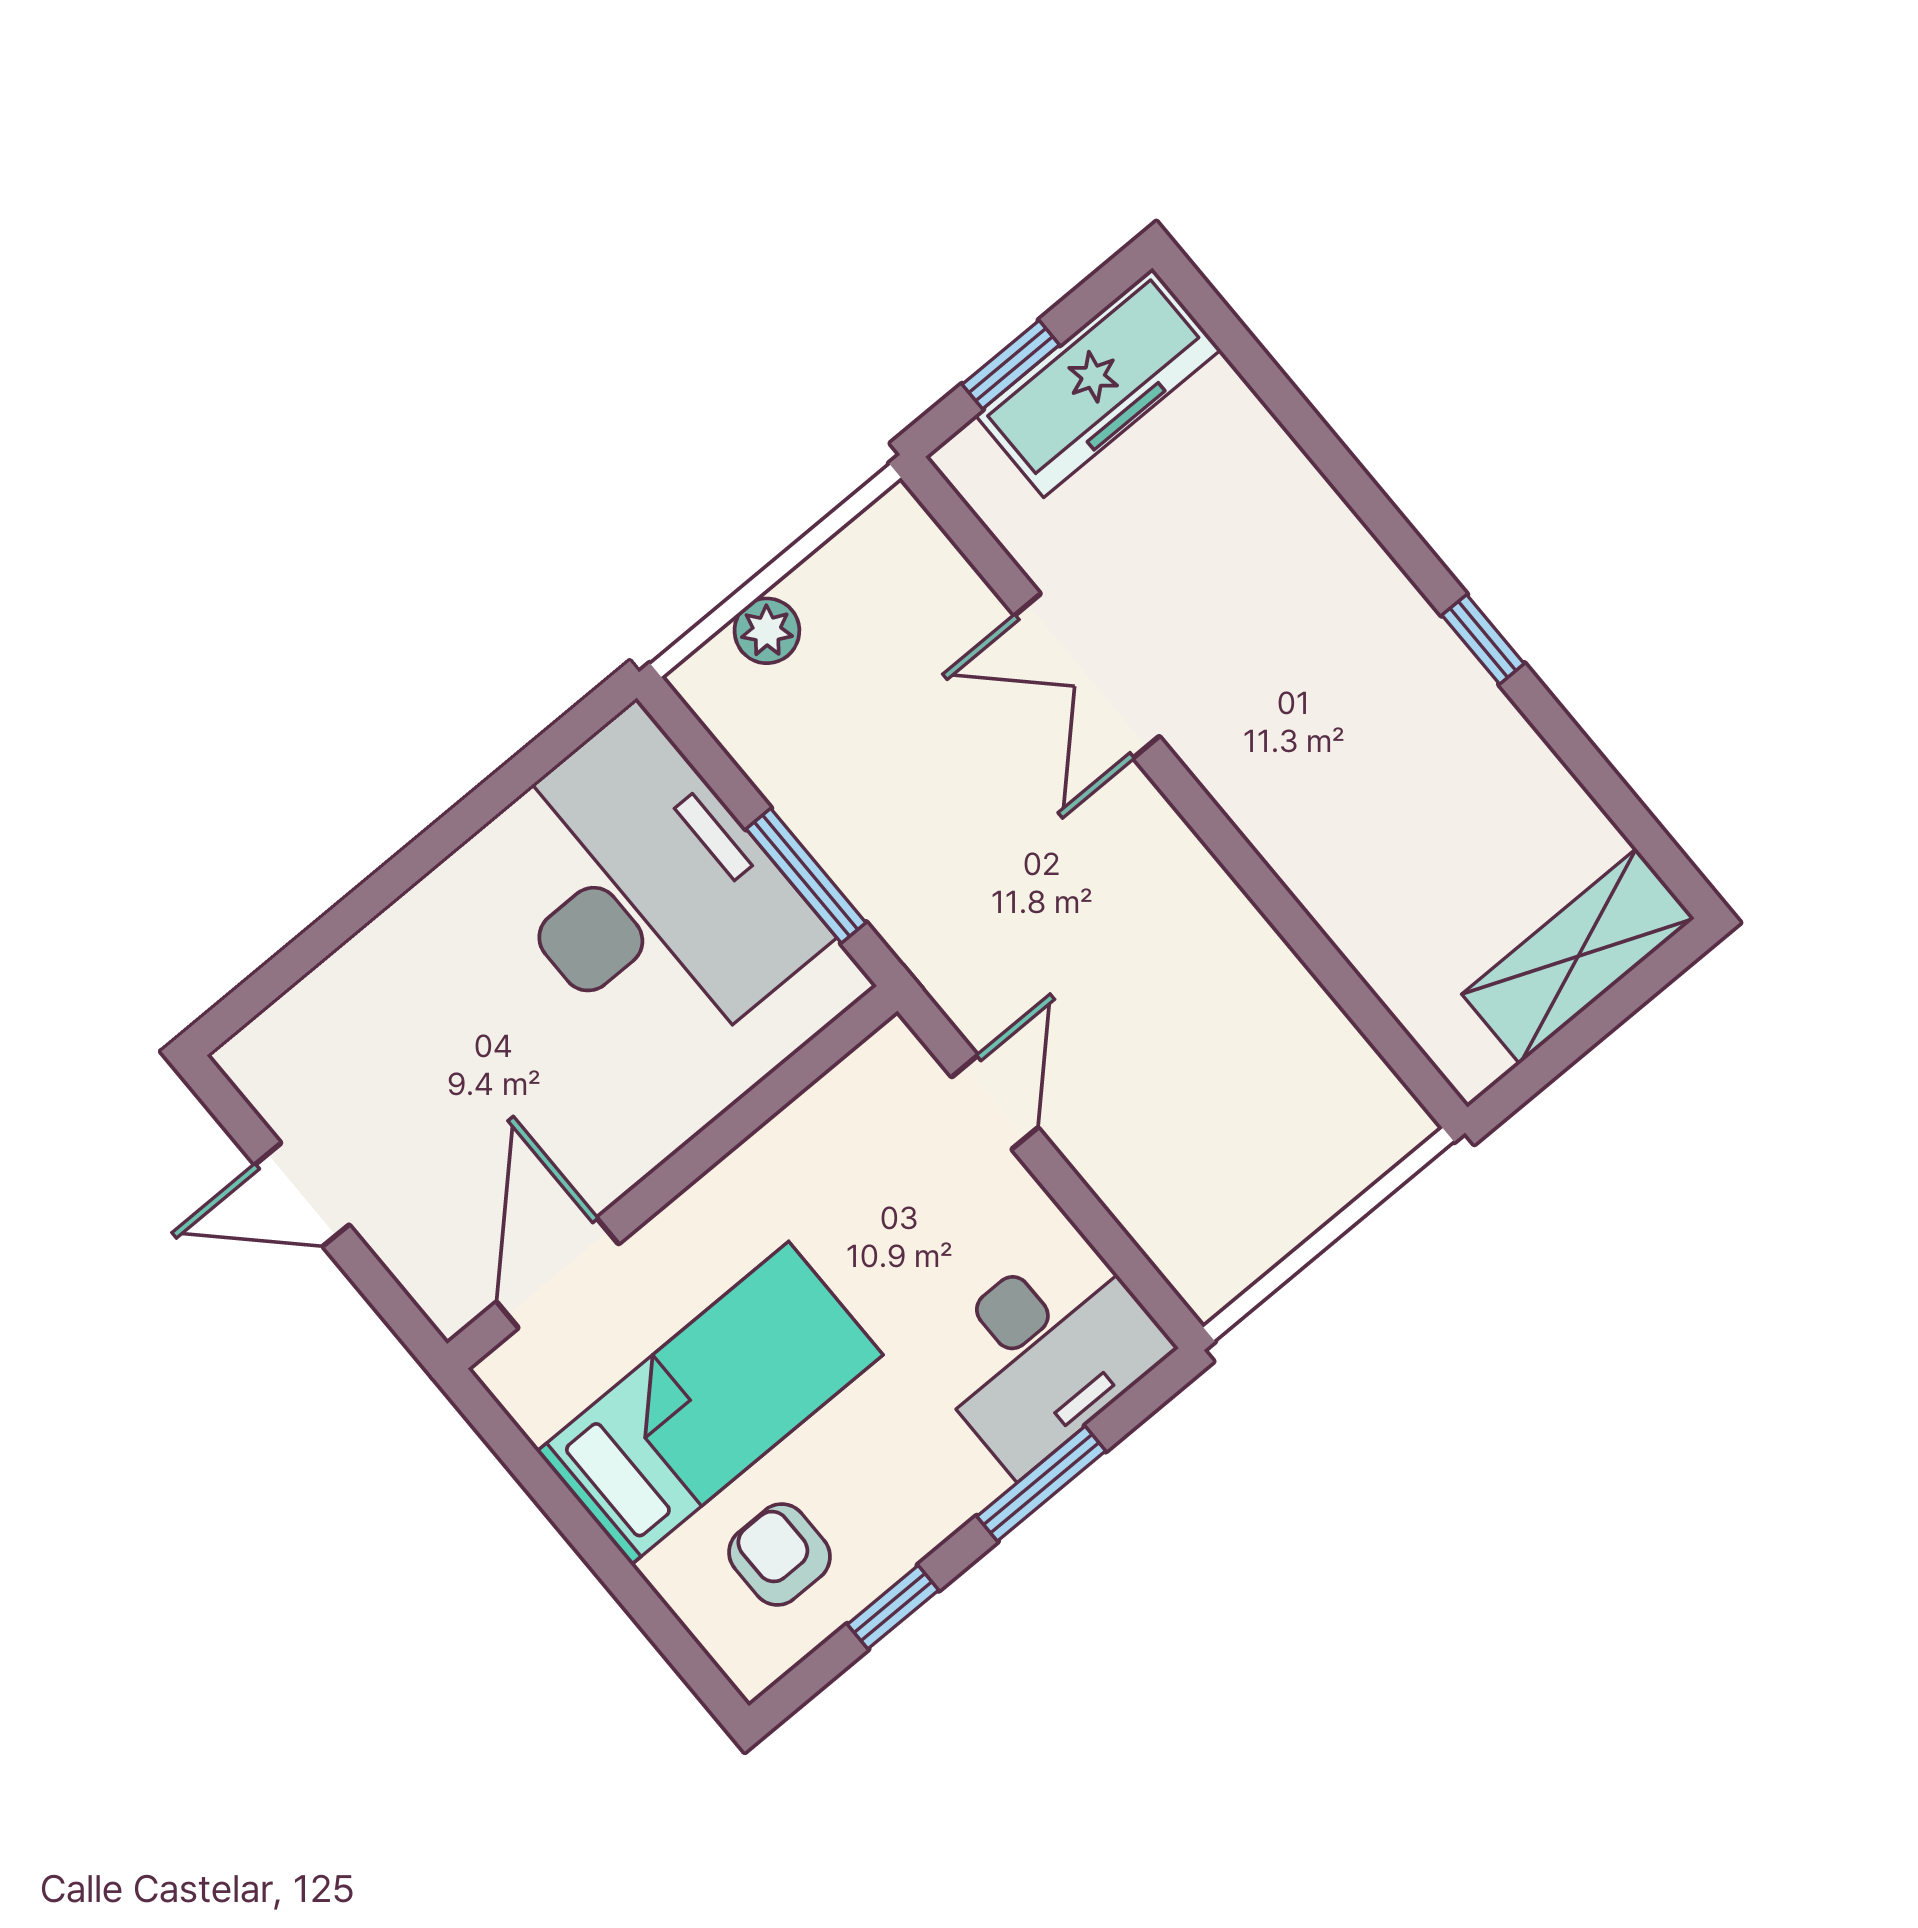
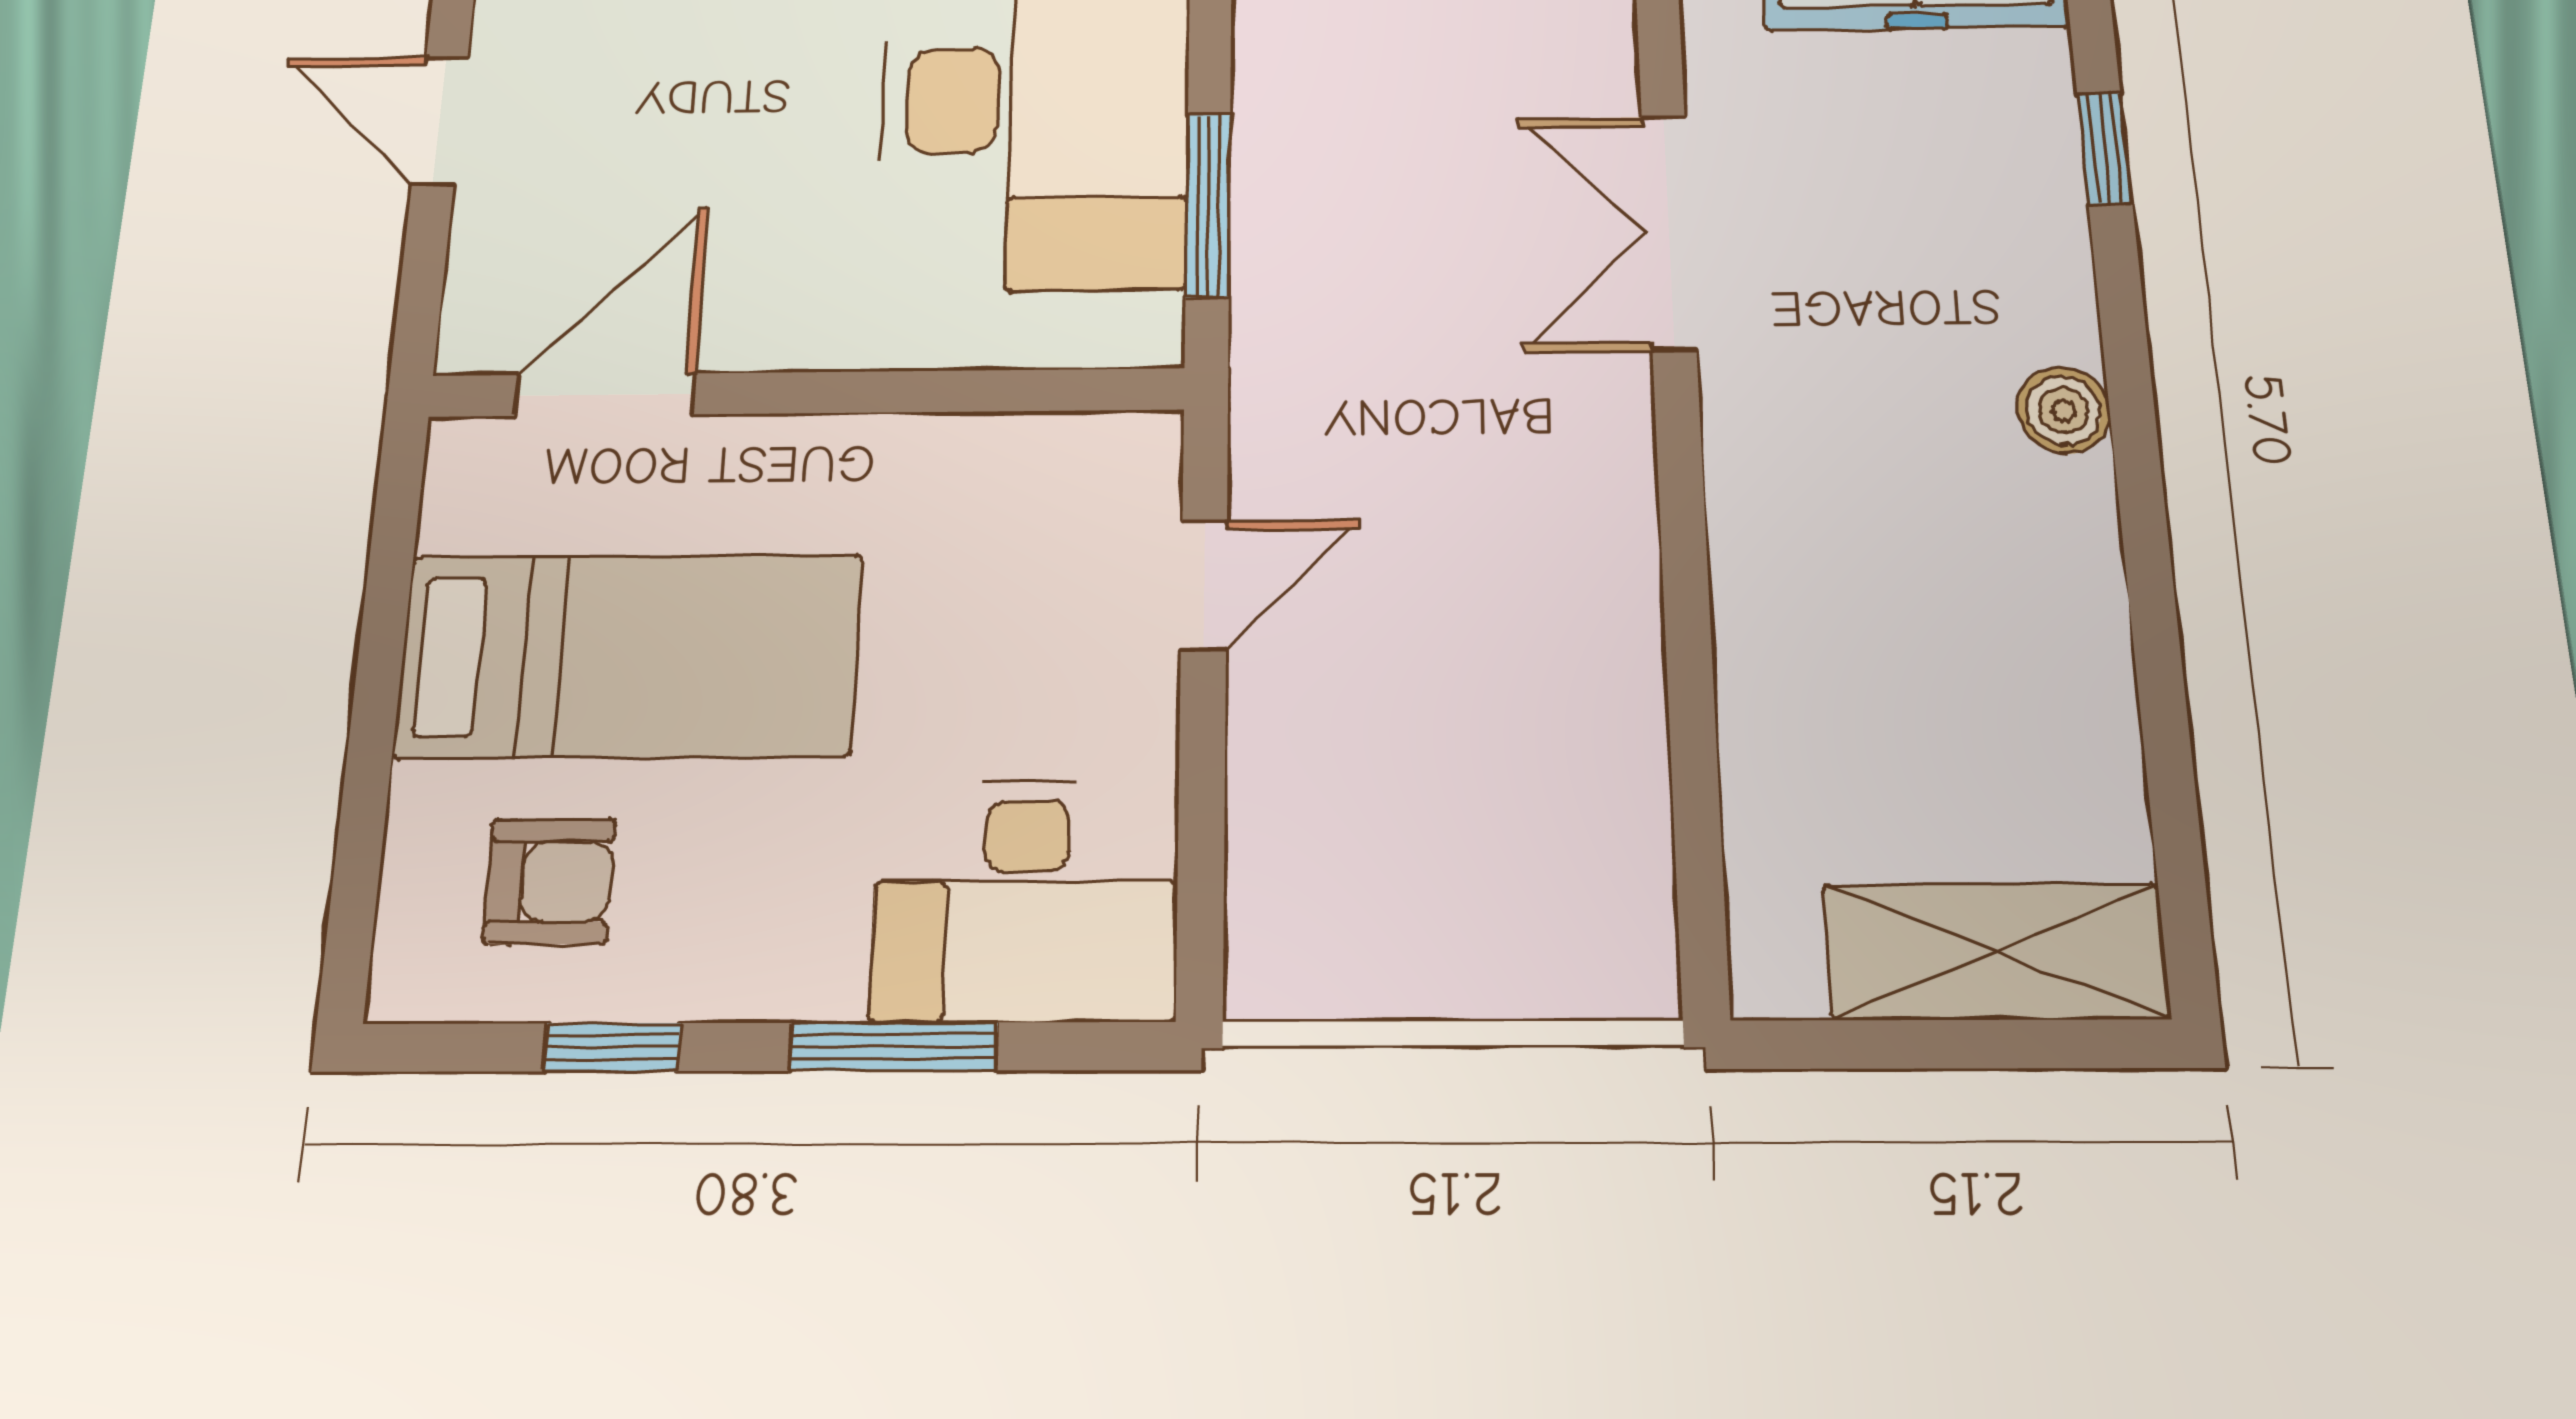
boiler: (1392, 607) -> (2064, 410), added
window: (1483, 639) -> (2105, 148), moved
armchair: (780, 1555) -> (549, 881), turned 90

